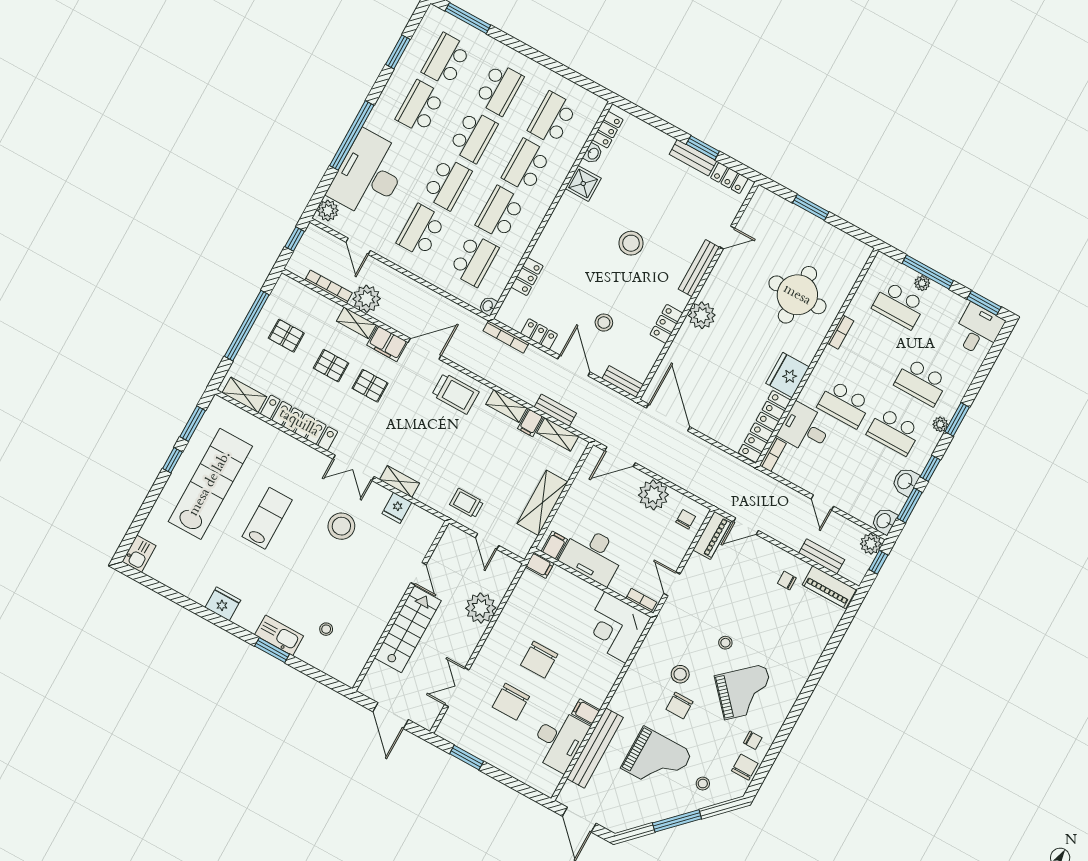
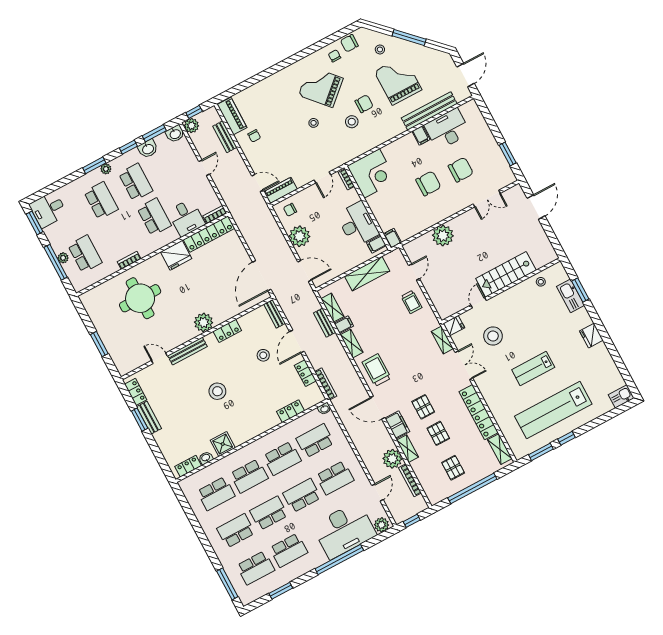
door: (418, 574) -> (479, 303), moved
wall: (401, 606) -> (501, 291), moved
stairs: (408, 629) -> (506, 274), moved

